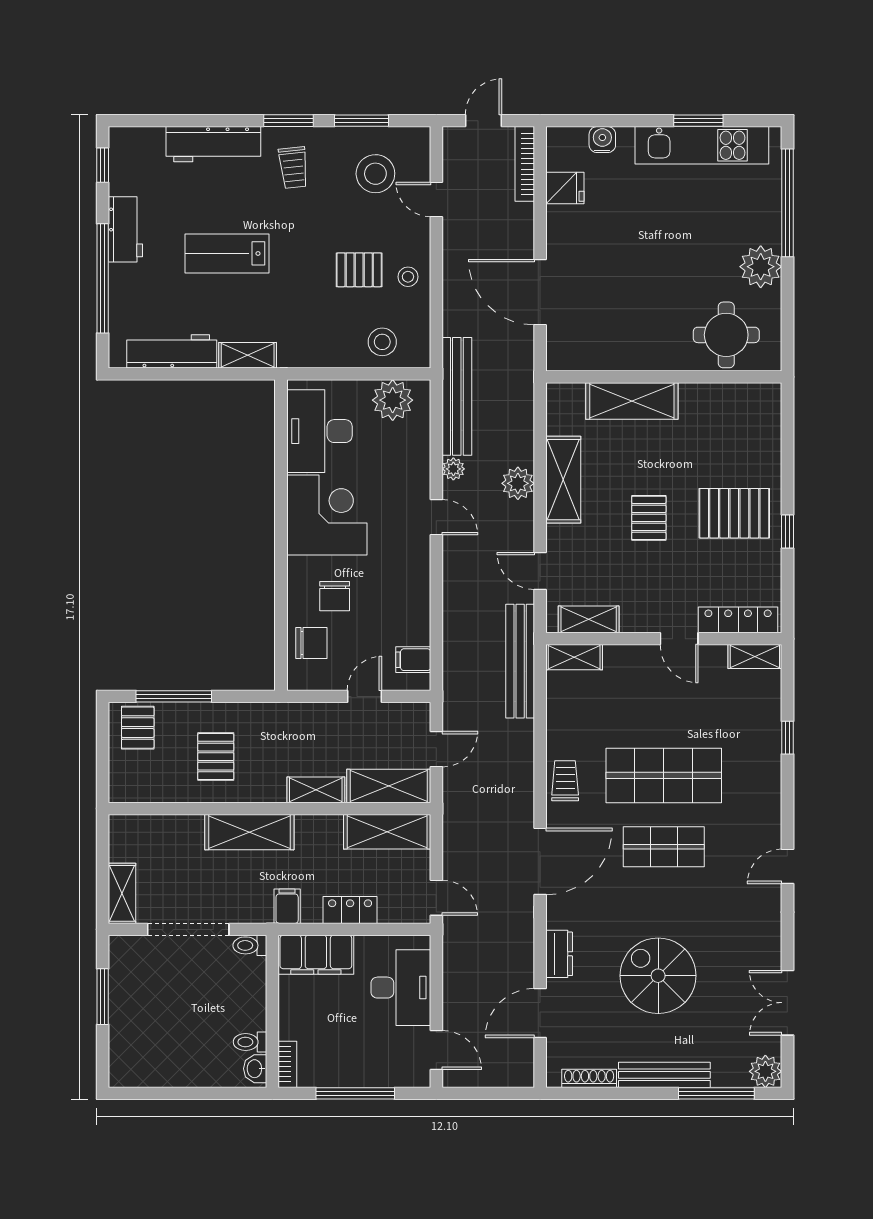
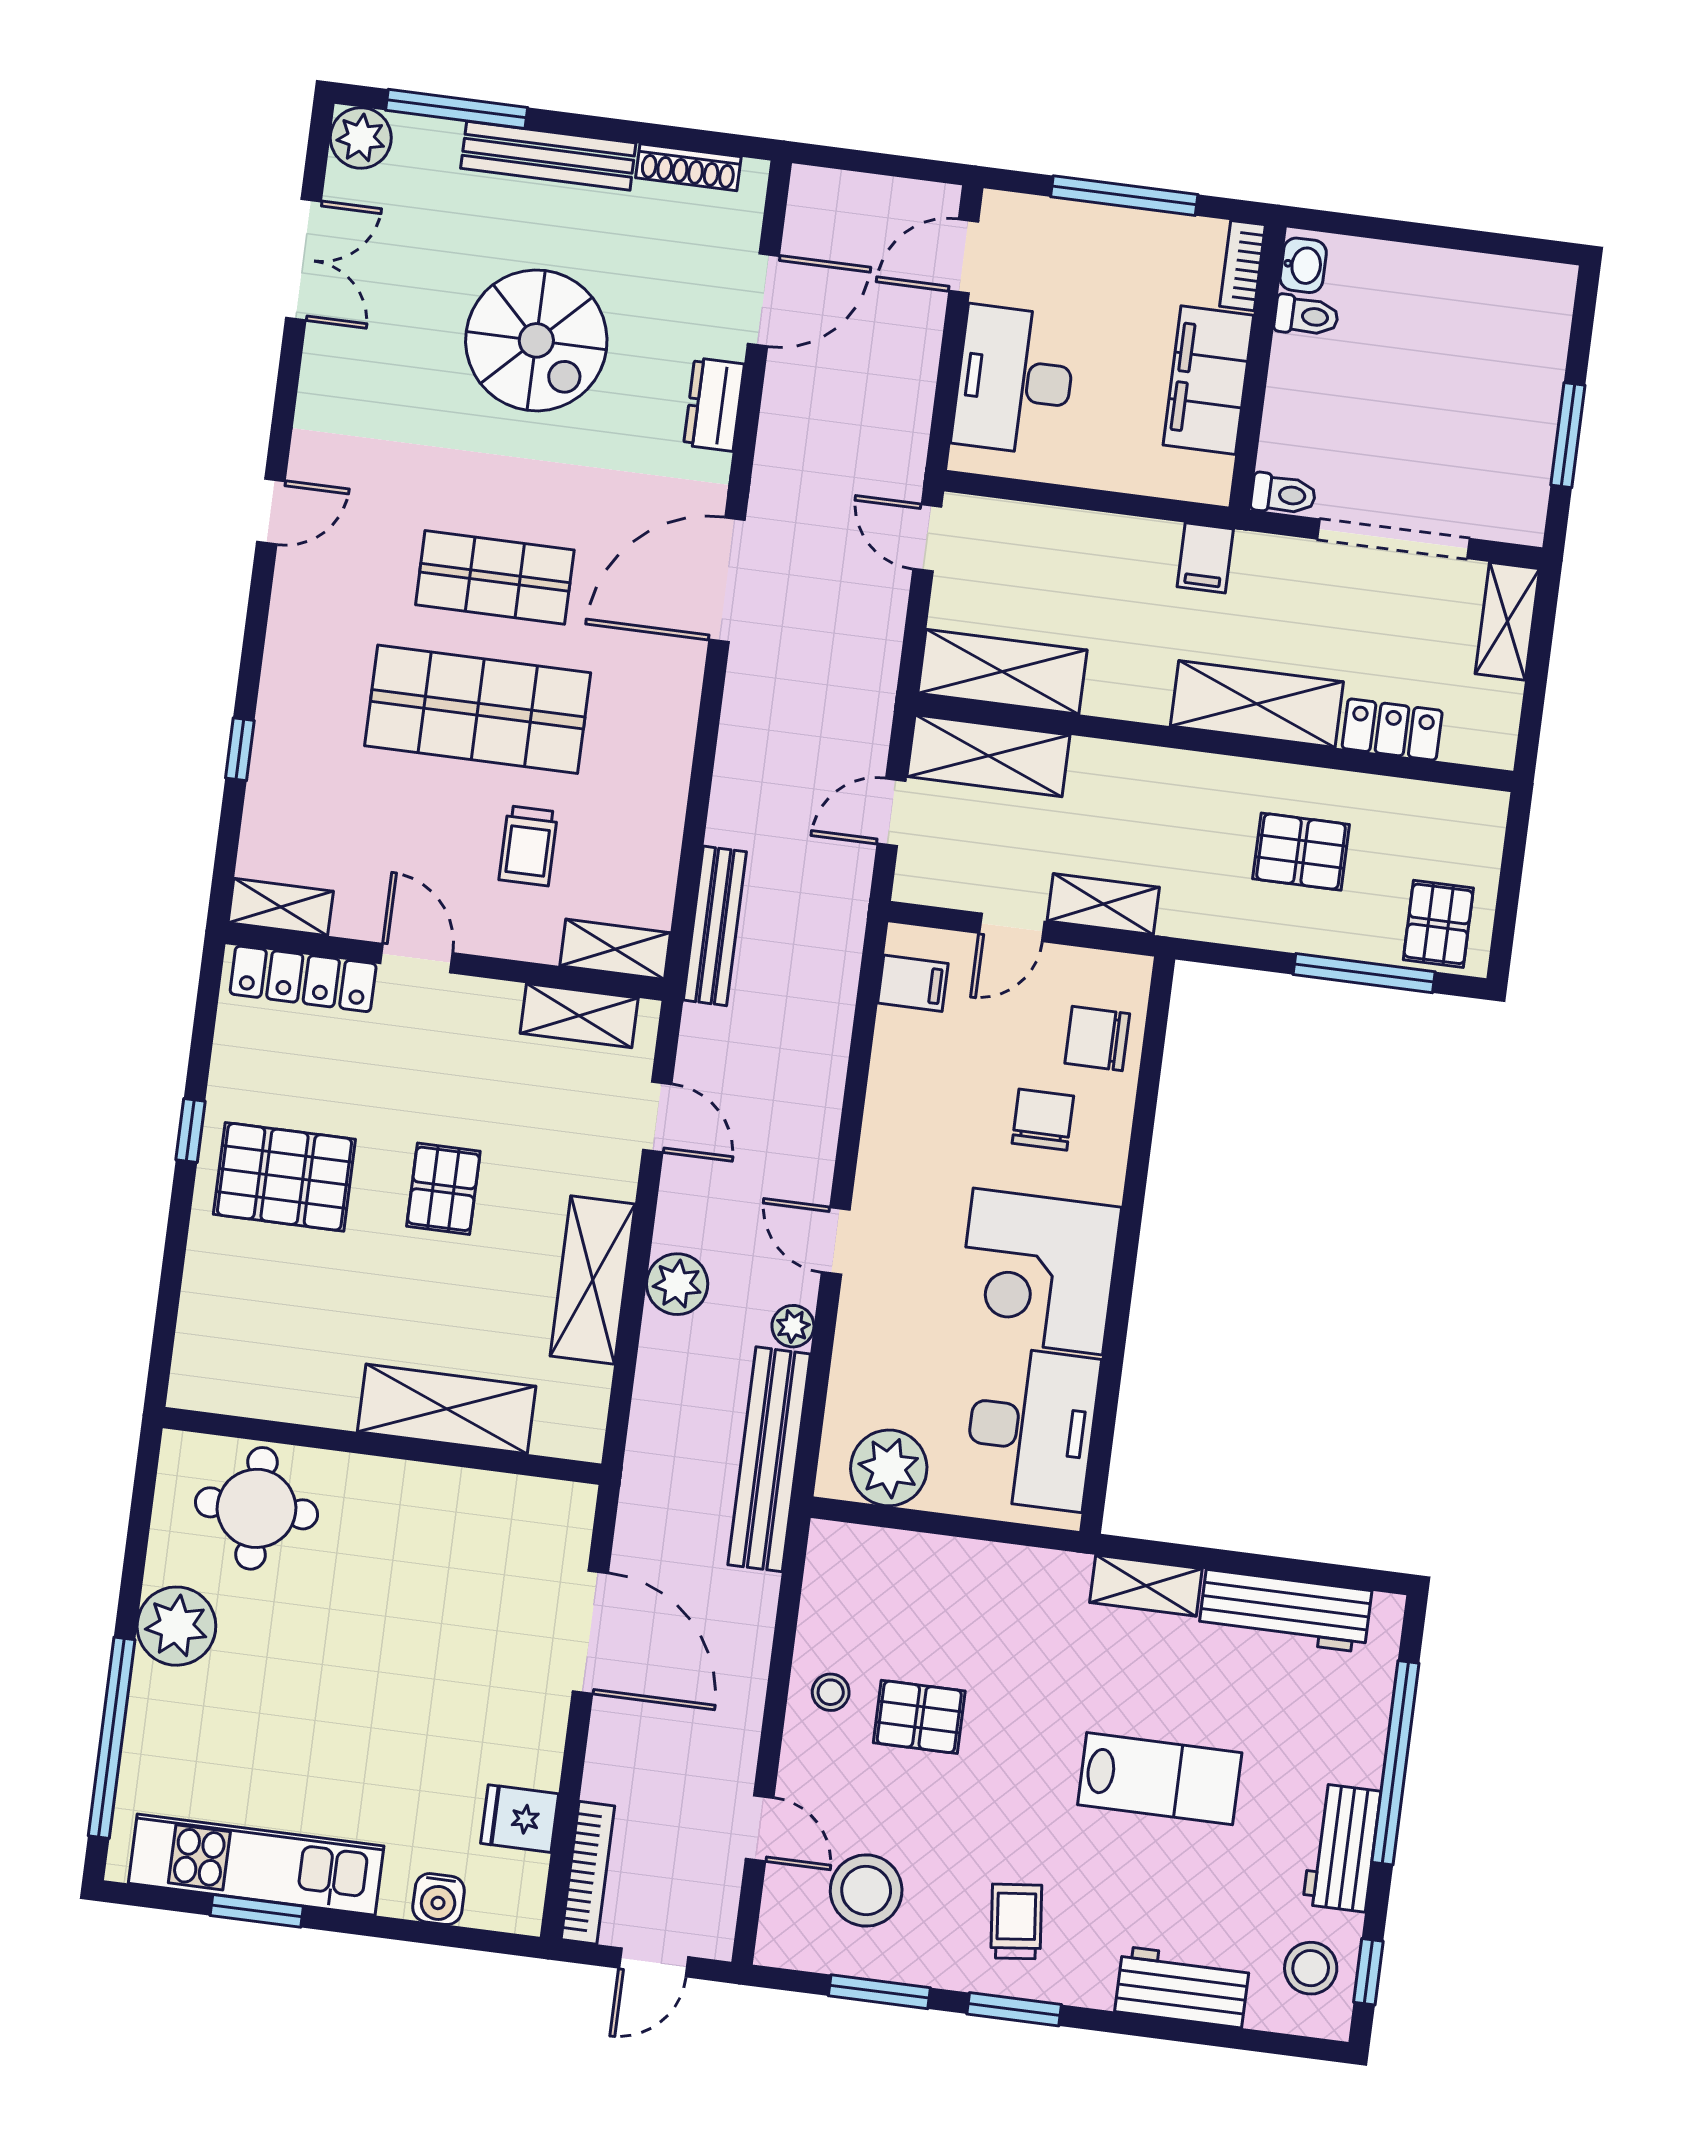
workbench: (213, 144) -> (1182, 1987), width x0.73
stool: (382, 342) -> (1311, 1968), moved
bench: (520, 661) -> (715, 926), width x0.73, depth x0.82
pallet: (216, 757) -> (1301, 852), turned 90
trolley: (565, 781) -> (528, 846), moved
shelving: (316, 790) -> (1103, 904), moved
locker: (350, 910) -> (1392, 729), moved, turned 180
filing cabinet: (316, 955) -> (1208, 380), moved, turned -90
door: (436, 1050) -> (964, 256), hinge flipped

